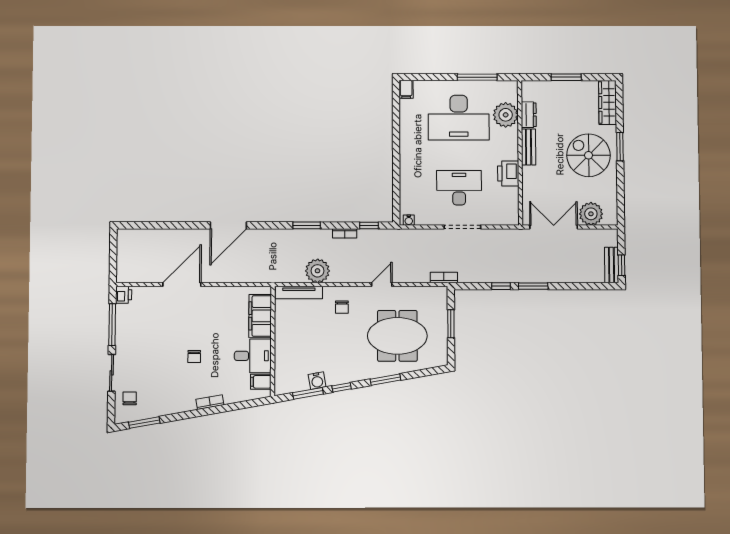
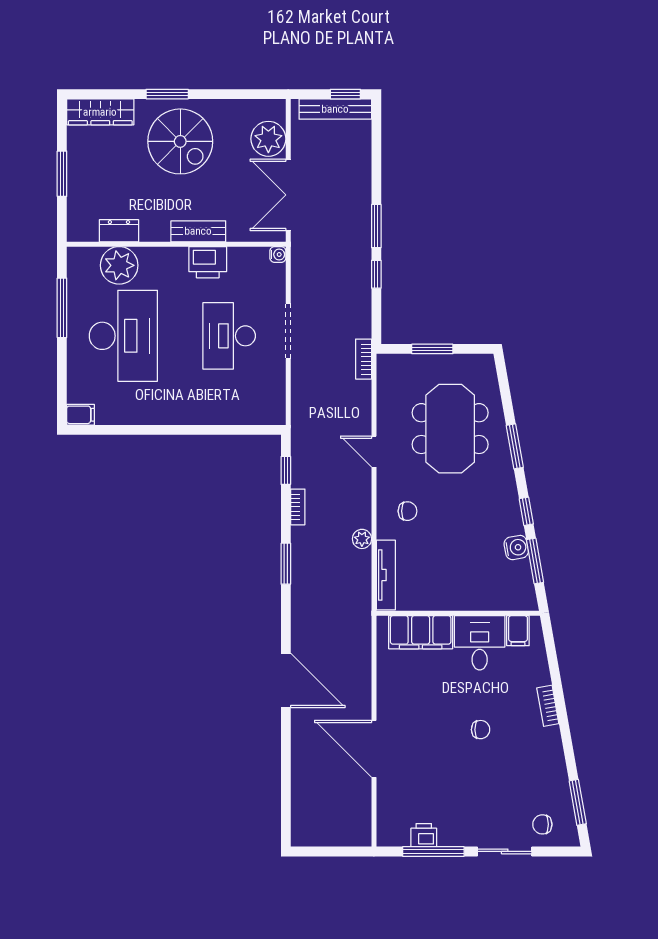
bench: (529, 147) -> (198, 231), moved
spiral stairs: (589, 155) -> (180, 141), turned -90
water cooler: (409, 220) -> (278, 254), moved
bench: (612, 265) -> (335, 109), width x1.36
plant: (317, 271) -> (362, 539), width x0.53, depth x0.53
printer: (124, 295) -> (424, 835), moved

